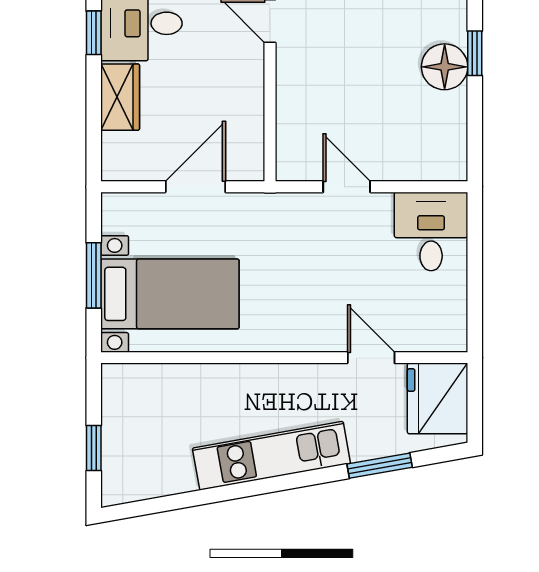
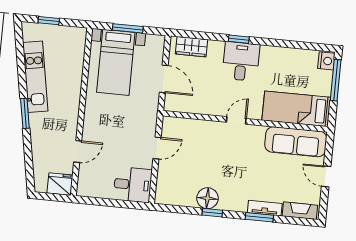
wardrobe: (120, 97) -> (191, 47), moved
fridge: (438, 398) -> (60, 184), width x0.73, depth x0.75
kitchen unit: (271, 456) -> (35, 77), moved
window: (380, 466) -> (25, 113), moved

